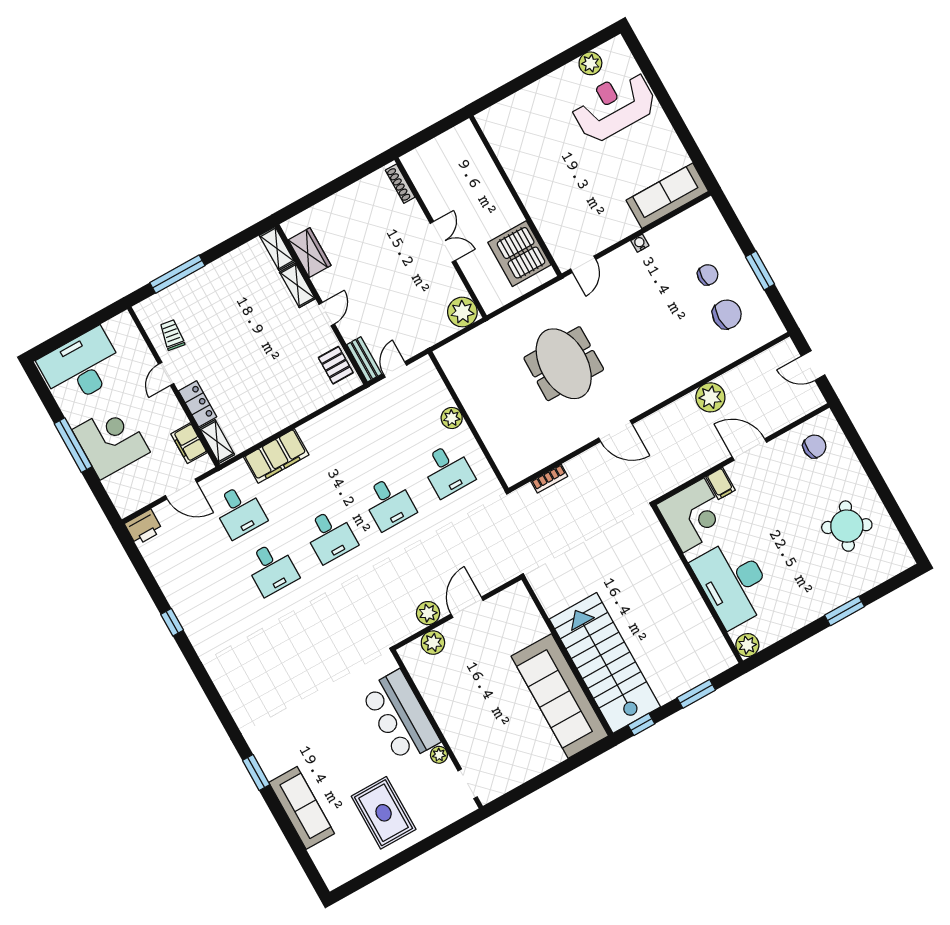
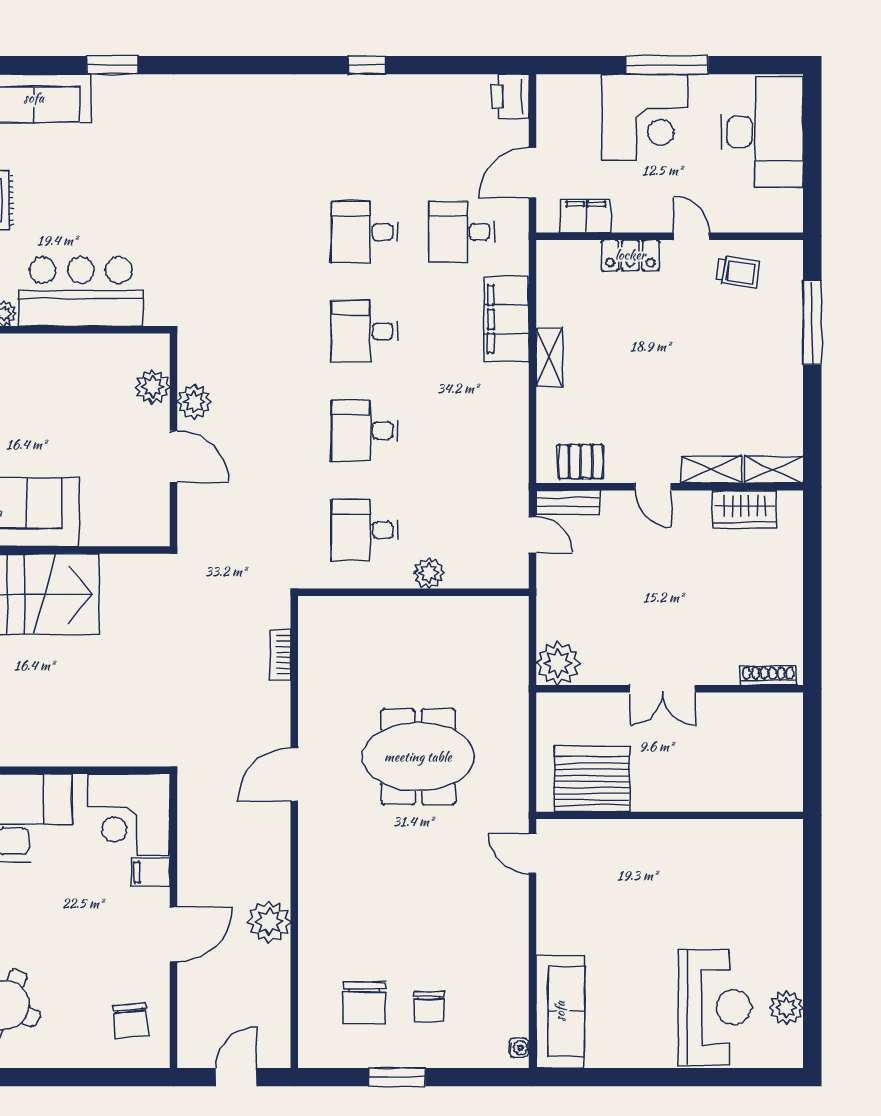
water cooler: (640, 243) -> (519, 1048), moved
shelving: (217, 441) -> (549, 358), moved, turned 90

